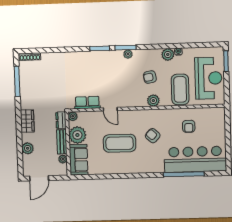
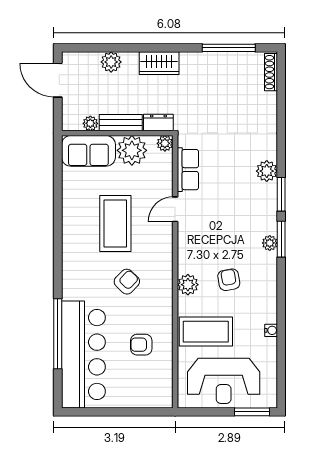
plant: (168, 54) -> (267, 171), moved

